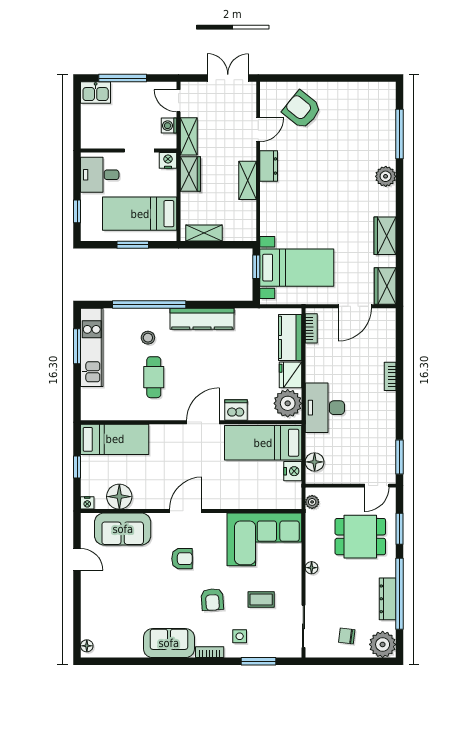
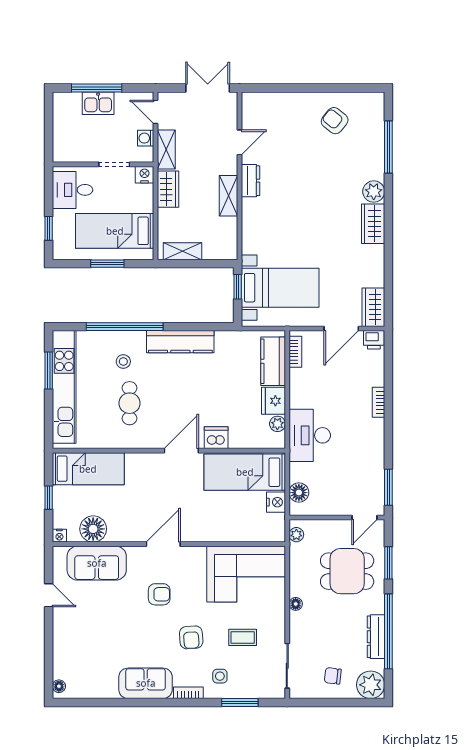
kitchen sink: (96, 93) -> (98, 103), moved
armchair: (302, 110) -> (335, 121), moved, width x0.72, depth x0.72
wardrobe: (385, 236) -> (373, 224), moved
printer: (386, 317) -> (374, 340), added
kitchen unit: (92, 347) -> (64, 387), width x1.36
plant: (288, 403) -> (277, 424), width x0.53, depth x0.53

